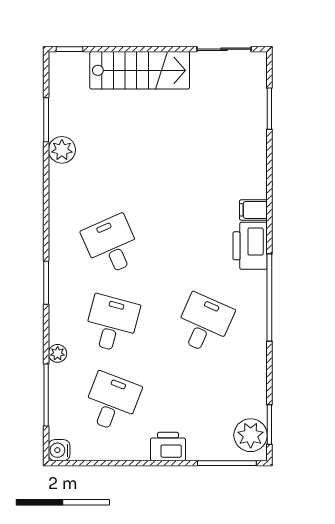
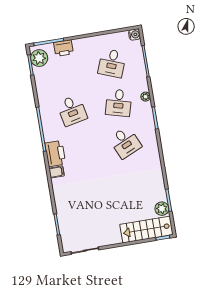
stairs: (140, 70) -> (146, 230), moved
plant: (62, 150) -> (162, 209), moved
desk: (204, 324) -> (72, 110), turned -36
plant: (58, 353) -> (146, 97), moved
printer: (168, 447) -> (63, 48), moved

